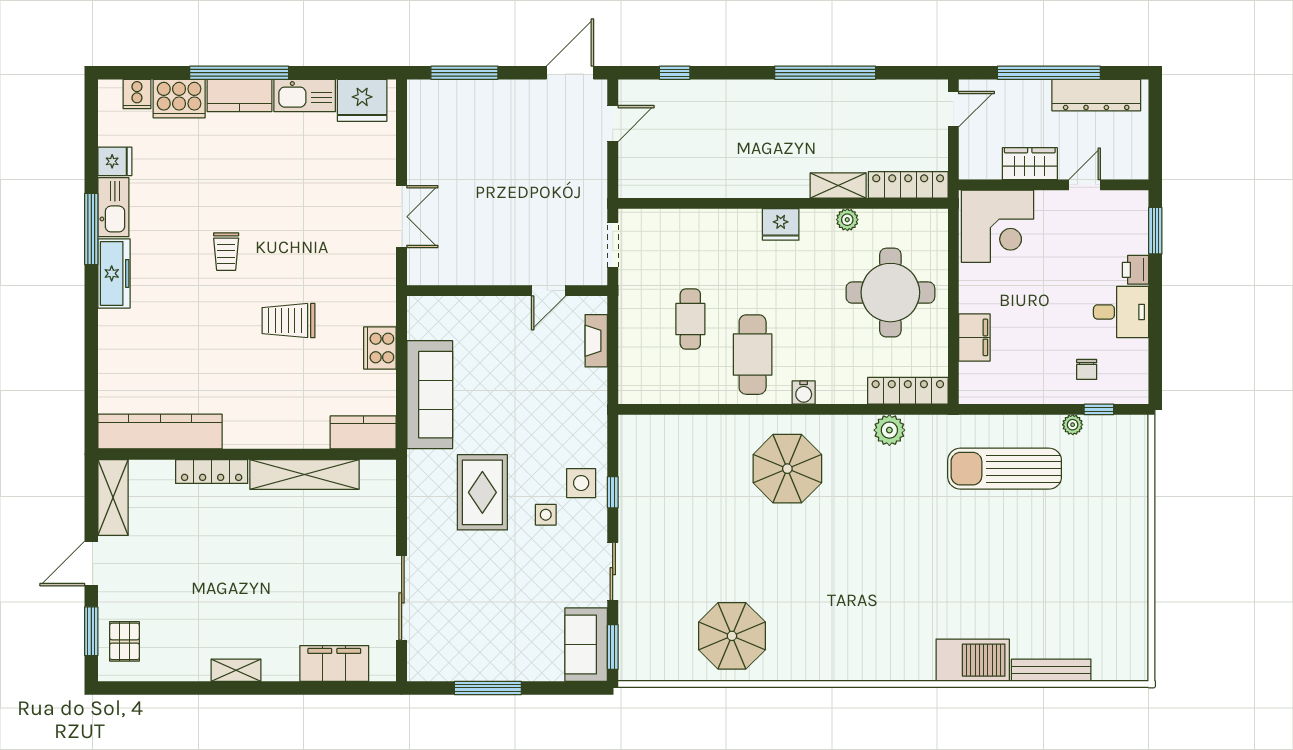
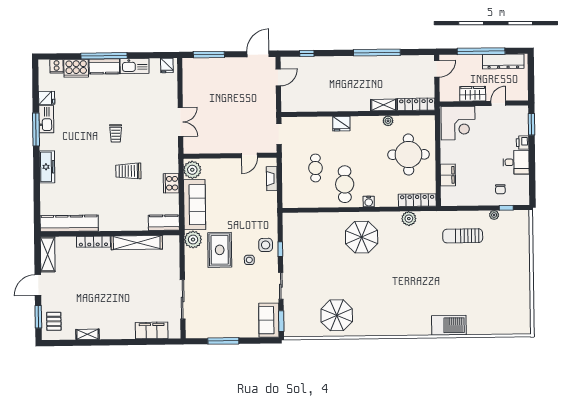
fridge: (362, 100) -> (167, 65), width x0.53, depth x0.75
fridge: (781, 224) -> (341, 124), moved
trolley: (226, 252) -> (116, 133), moved
freezer: (114, 273) -> (47, 167), moved
plant: (426, 320) -> (192, 170), added
plant: (425, 469) -> (193, 240), added
sun lounger: (1005, 469) -> (463, 236), width x0.73, depth x0.75
shelving: (236, 670) -> (88, 334), moved
bench: (1051, 670) -> (486, 329), removed

